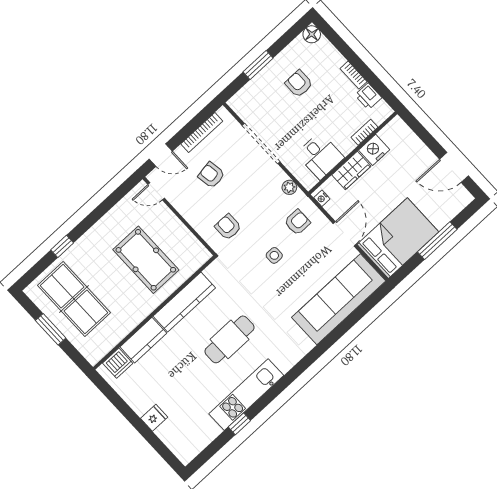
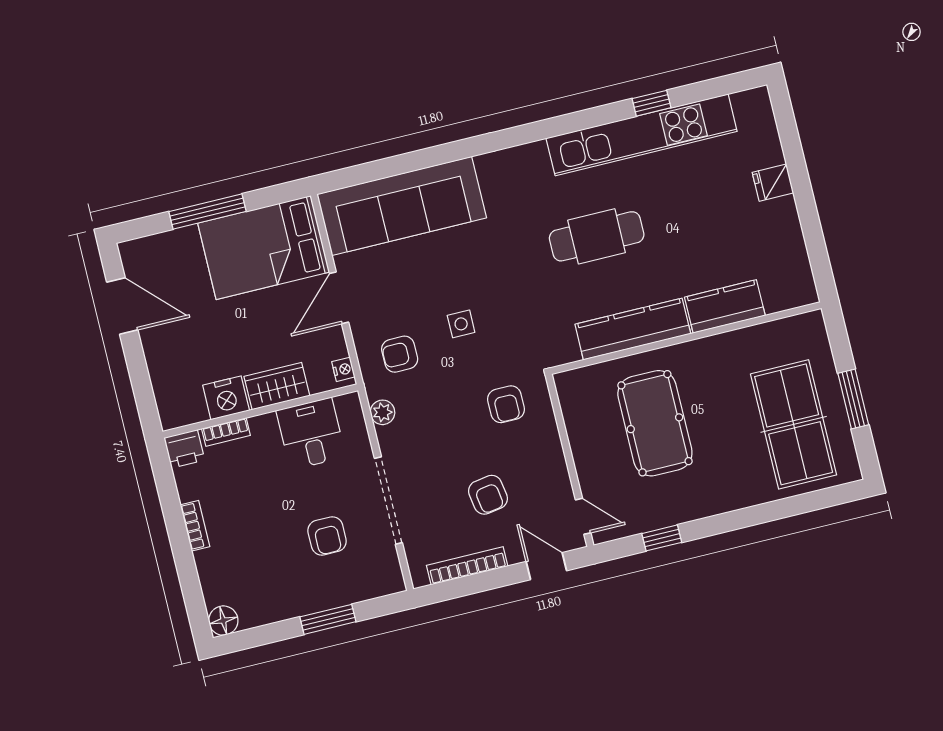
armchair: (299, 84) -> (327, 536), moved
printer: (368, 96) -> (184, 449), moved, turned 90
window: (62, 246) -> (662, 538), moved
dishwasher: (118, 363) -> (782, 293), removed
kitchen unit: (246, 395) -> (642, 135), width x1.36

